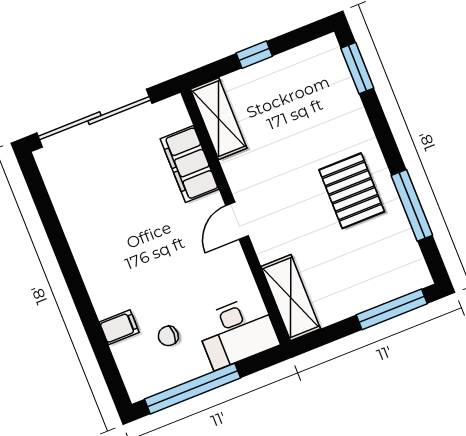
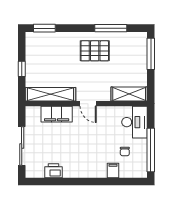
sliding door: (95, 118) -> (22, 146), width x0.73
shelving: (219, 119) -> (50, 94), width x1.47
printer: (69, 204) -> (53, 171), added

